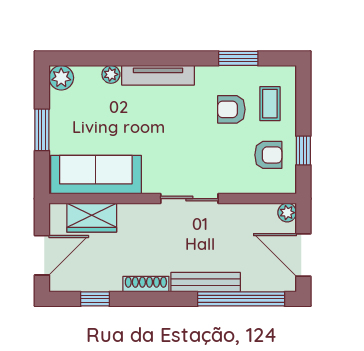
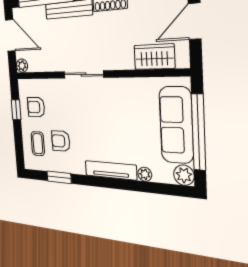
armchair: (231, 109) -> (61, 141), turned 180
window: (42, 130) -> (199, 132), width x2.11
sofa: (96, 175) -> (176, 125), moved, turned 90

